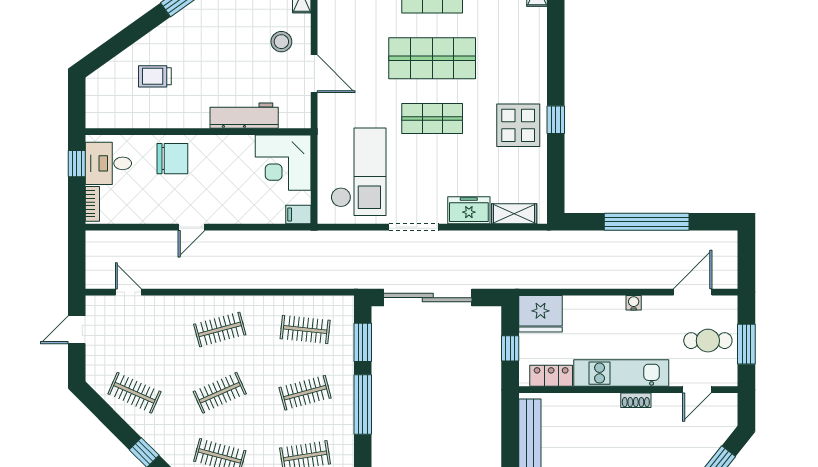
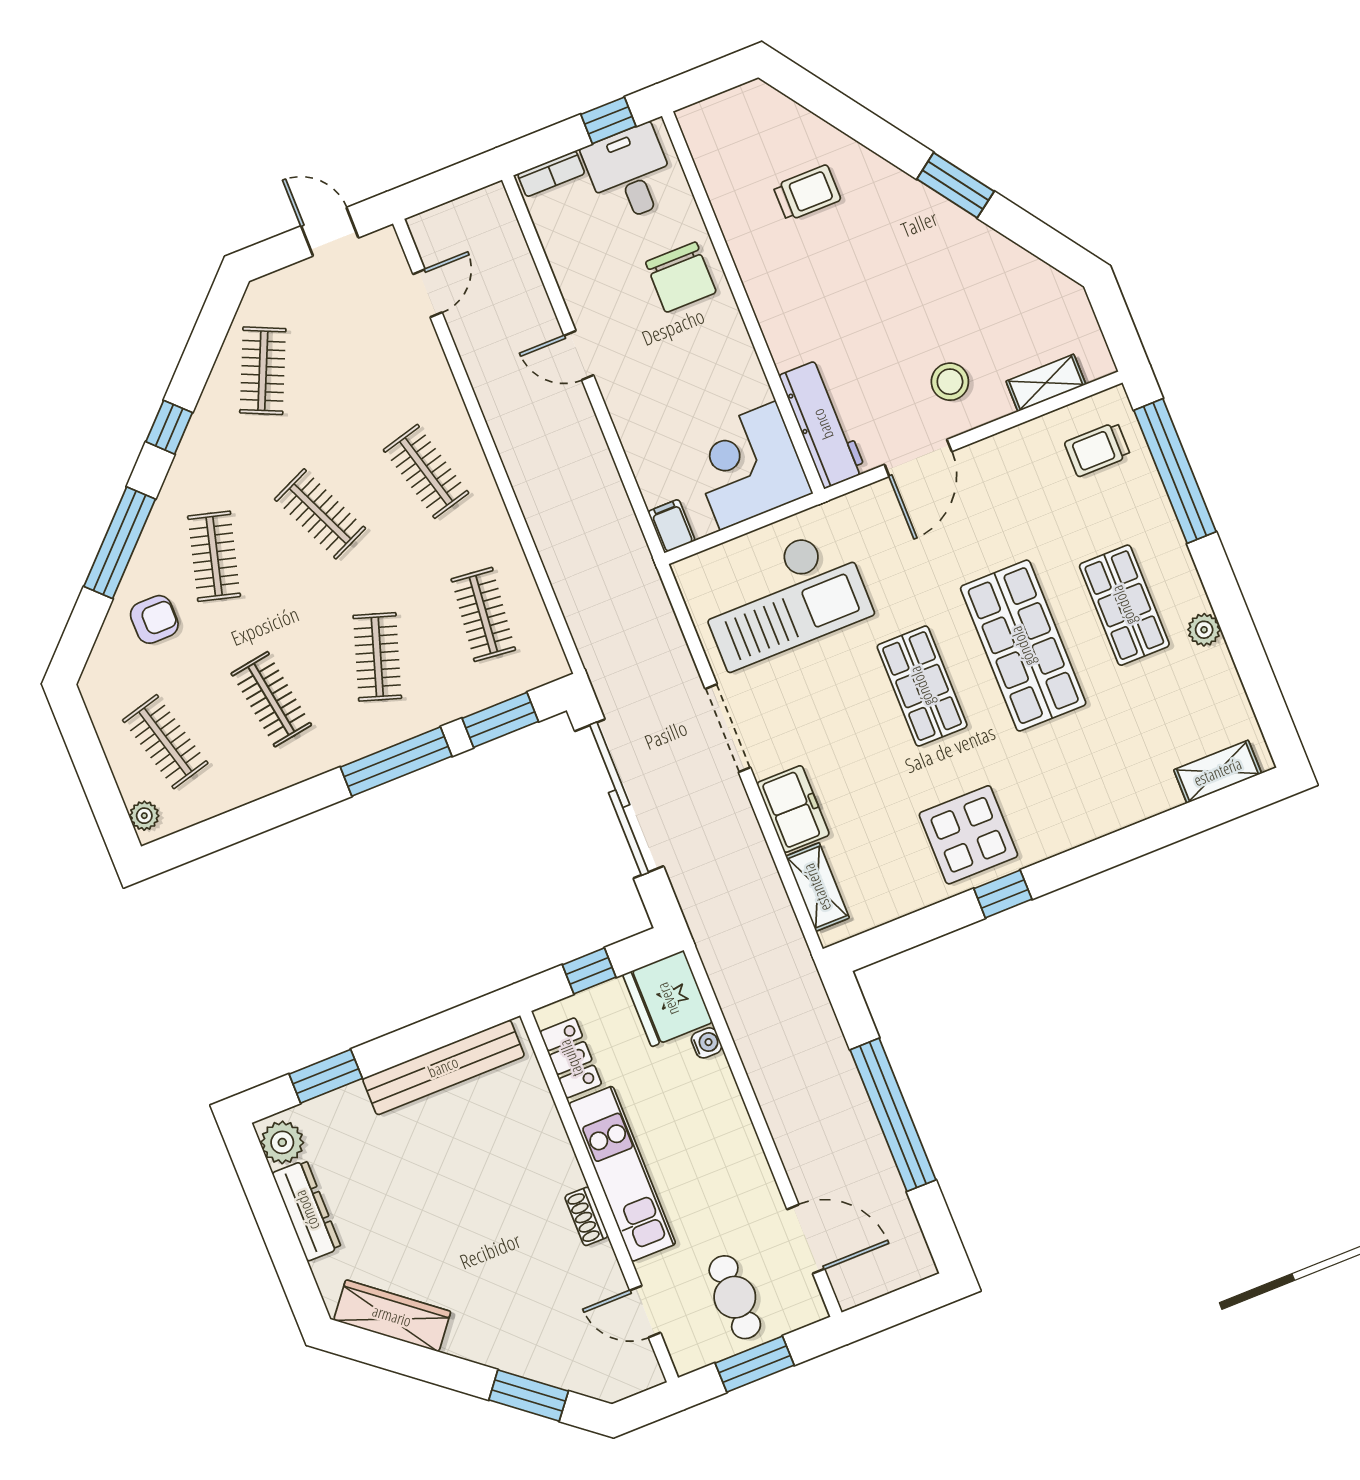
trolley: (155, 76) -> (807, 193), turned 90
workbench: (244, 116) -> (823, 424), moved
water cooler: (634, 303) -> (707, 1043), moved
clothes rail: (305, 393) -> (377, 657), turned 33

